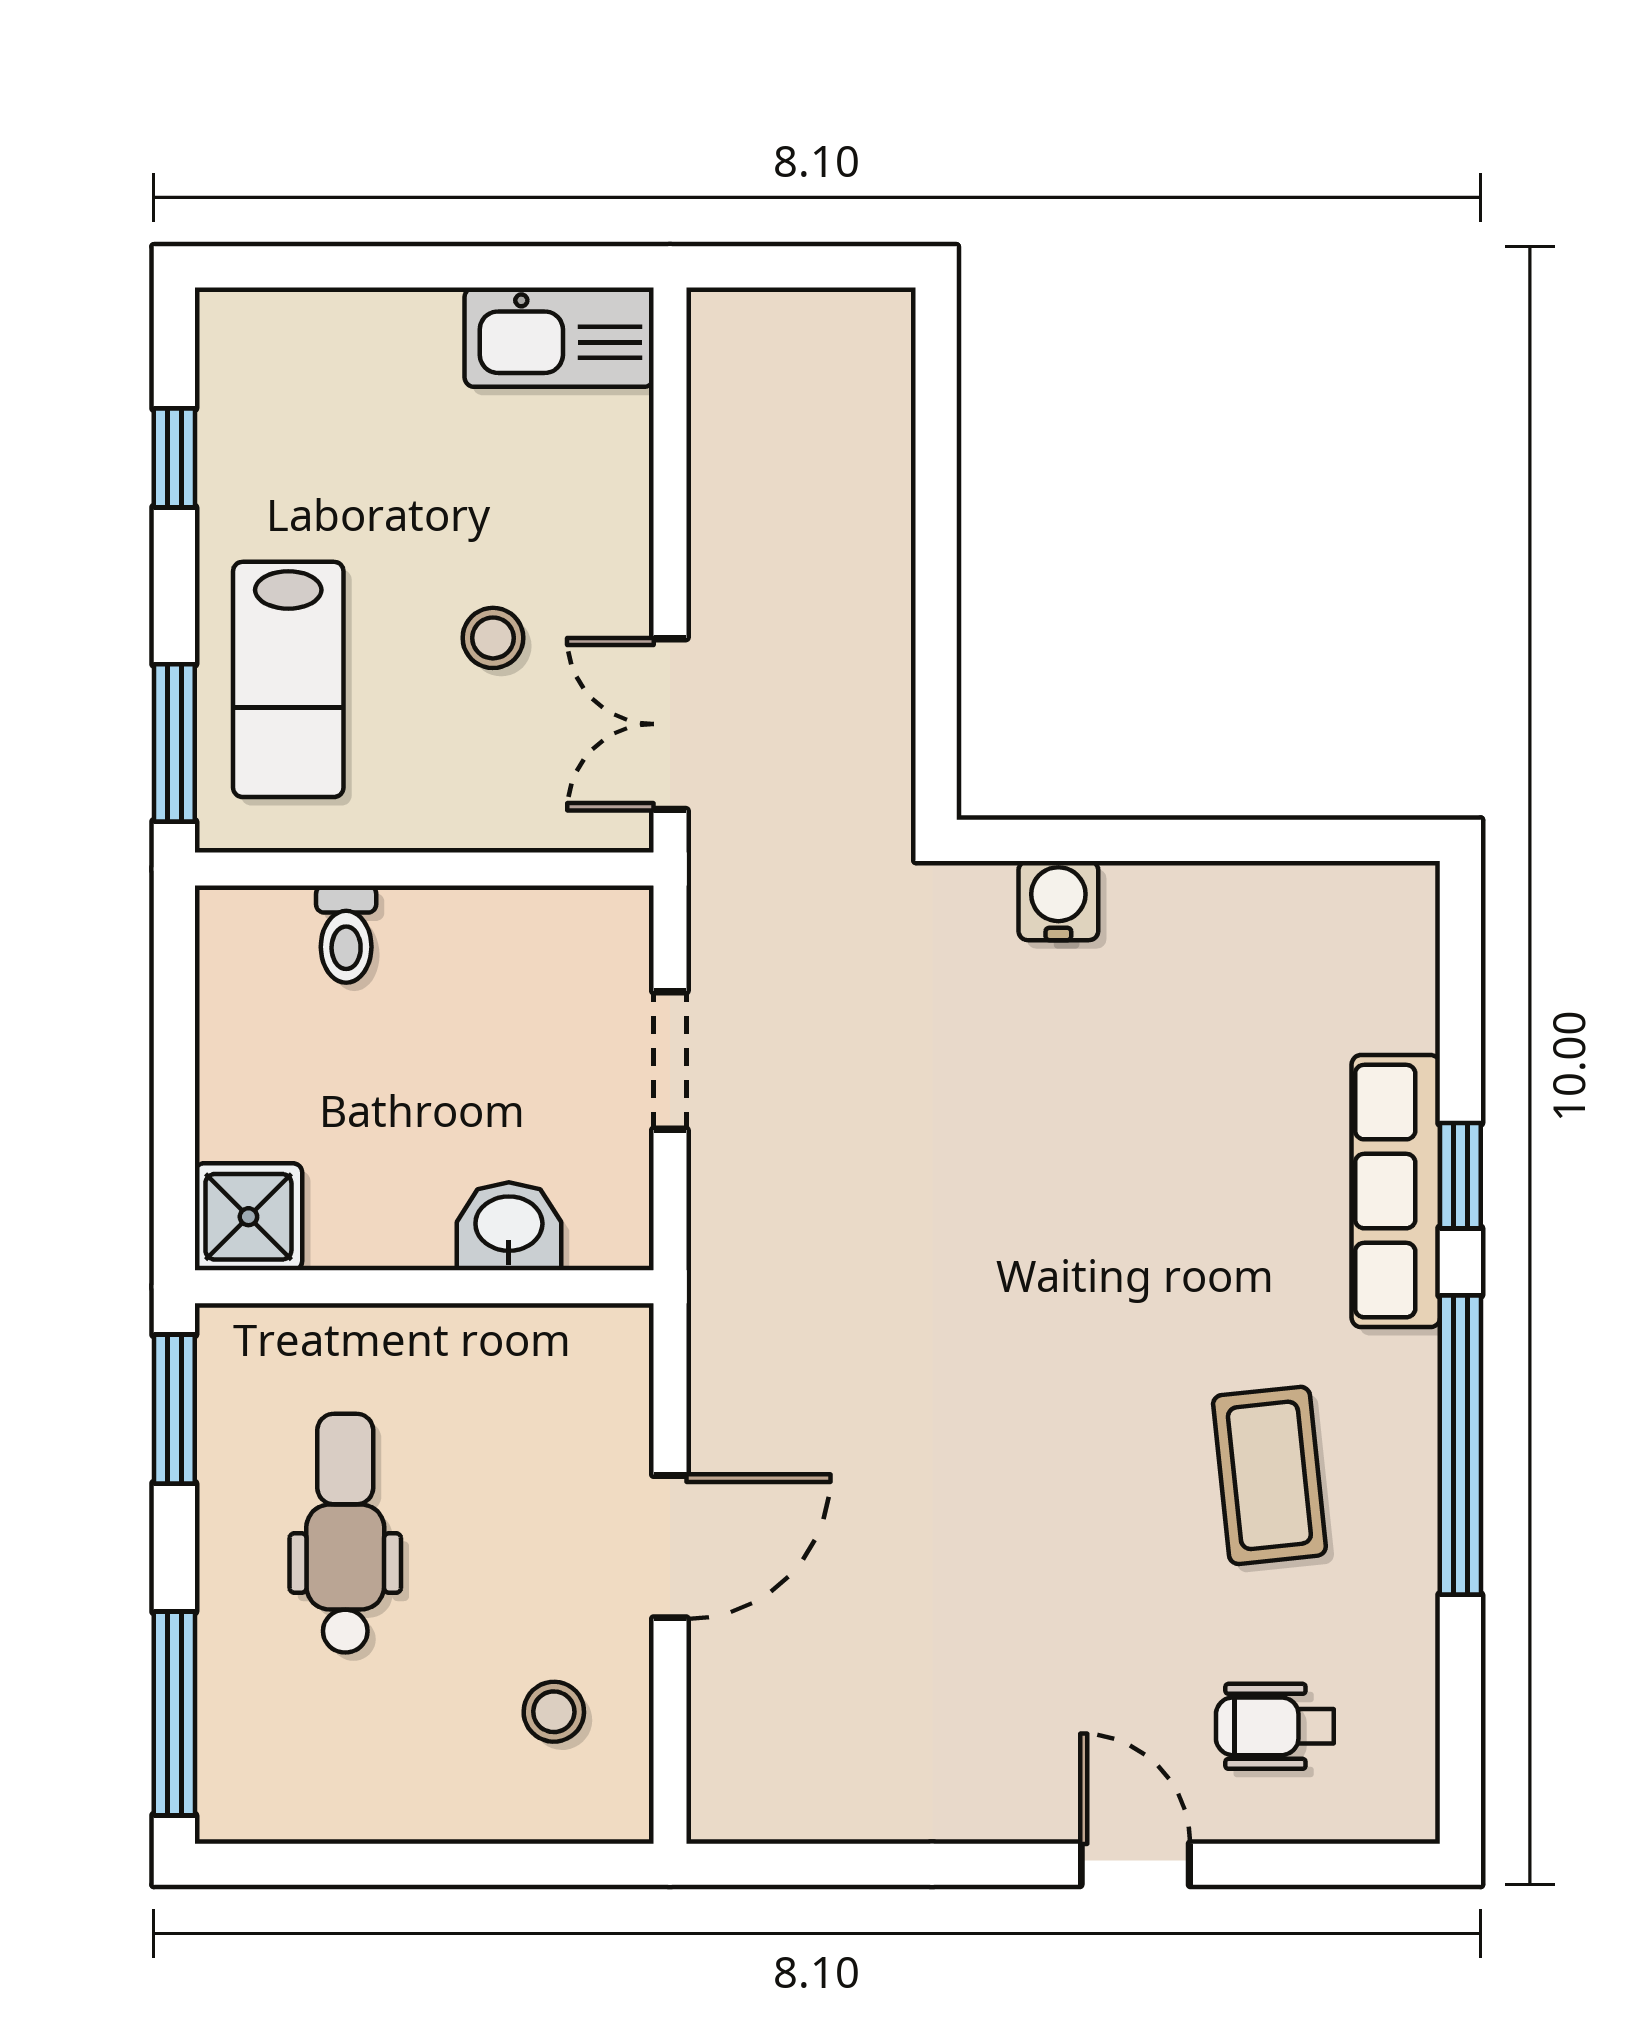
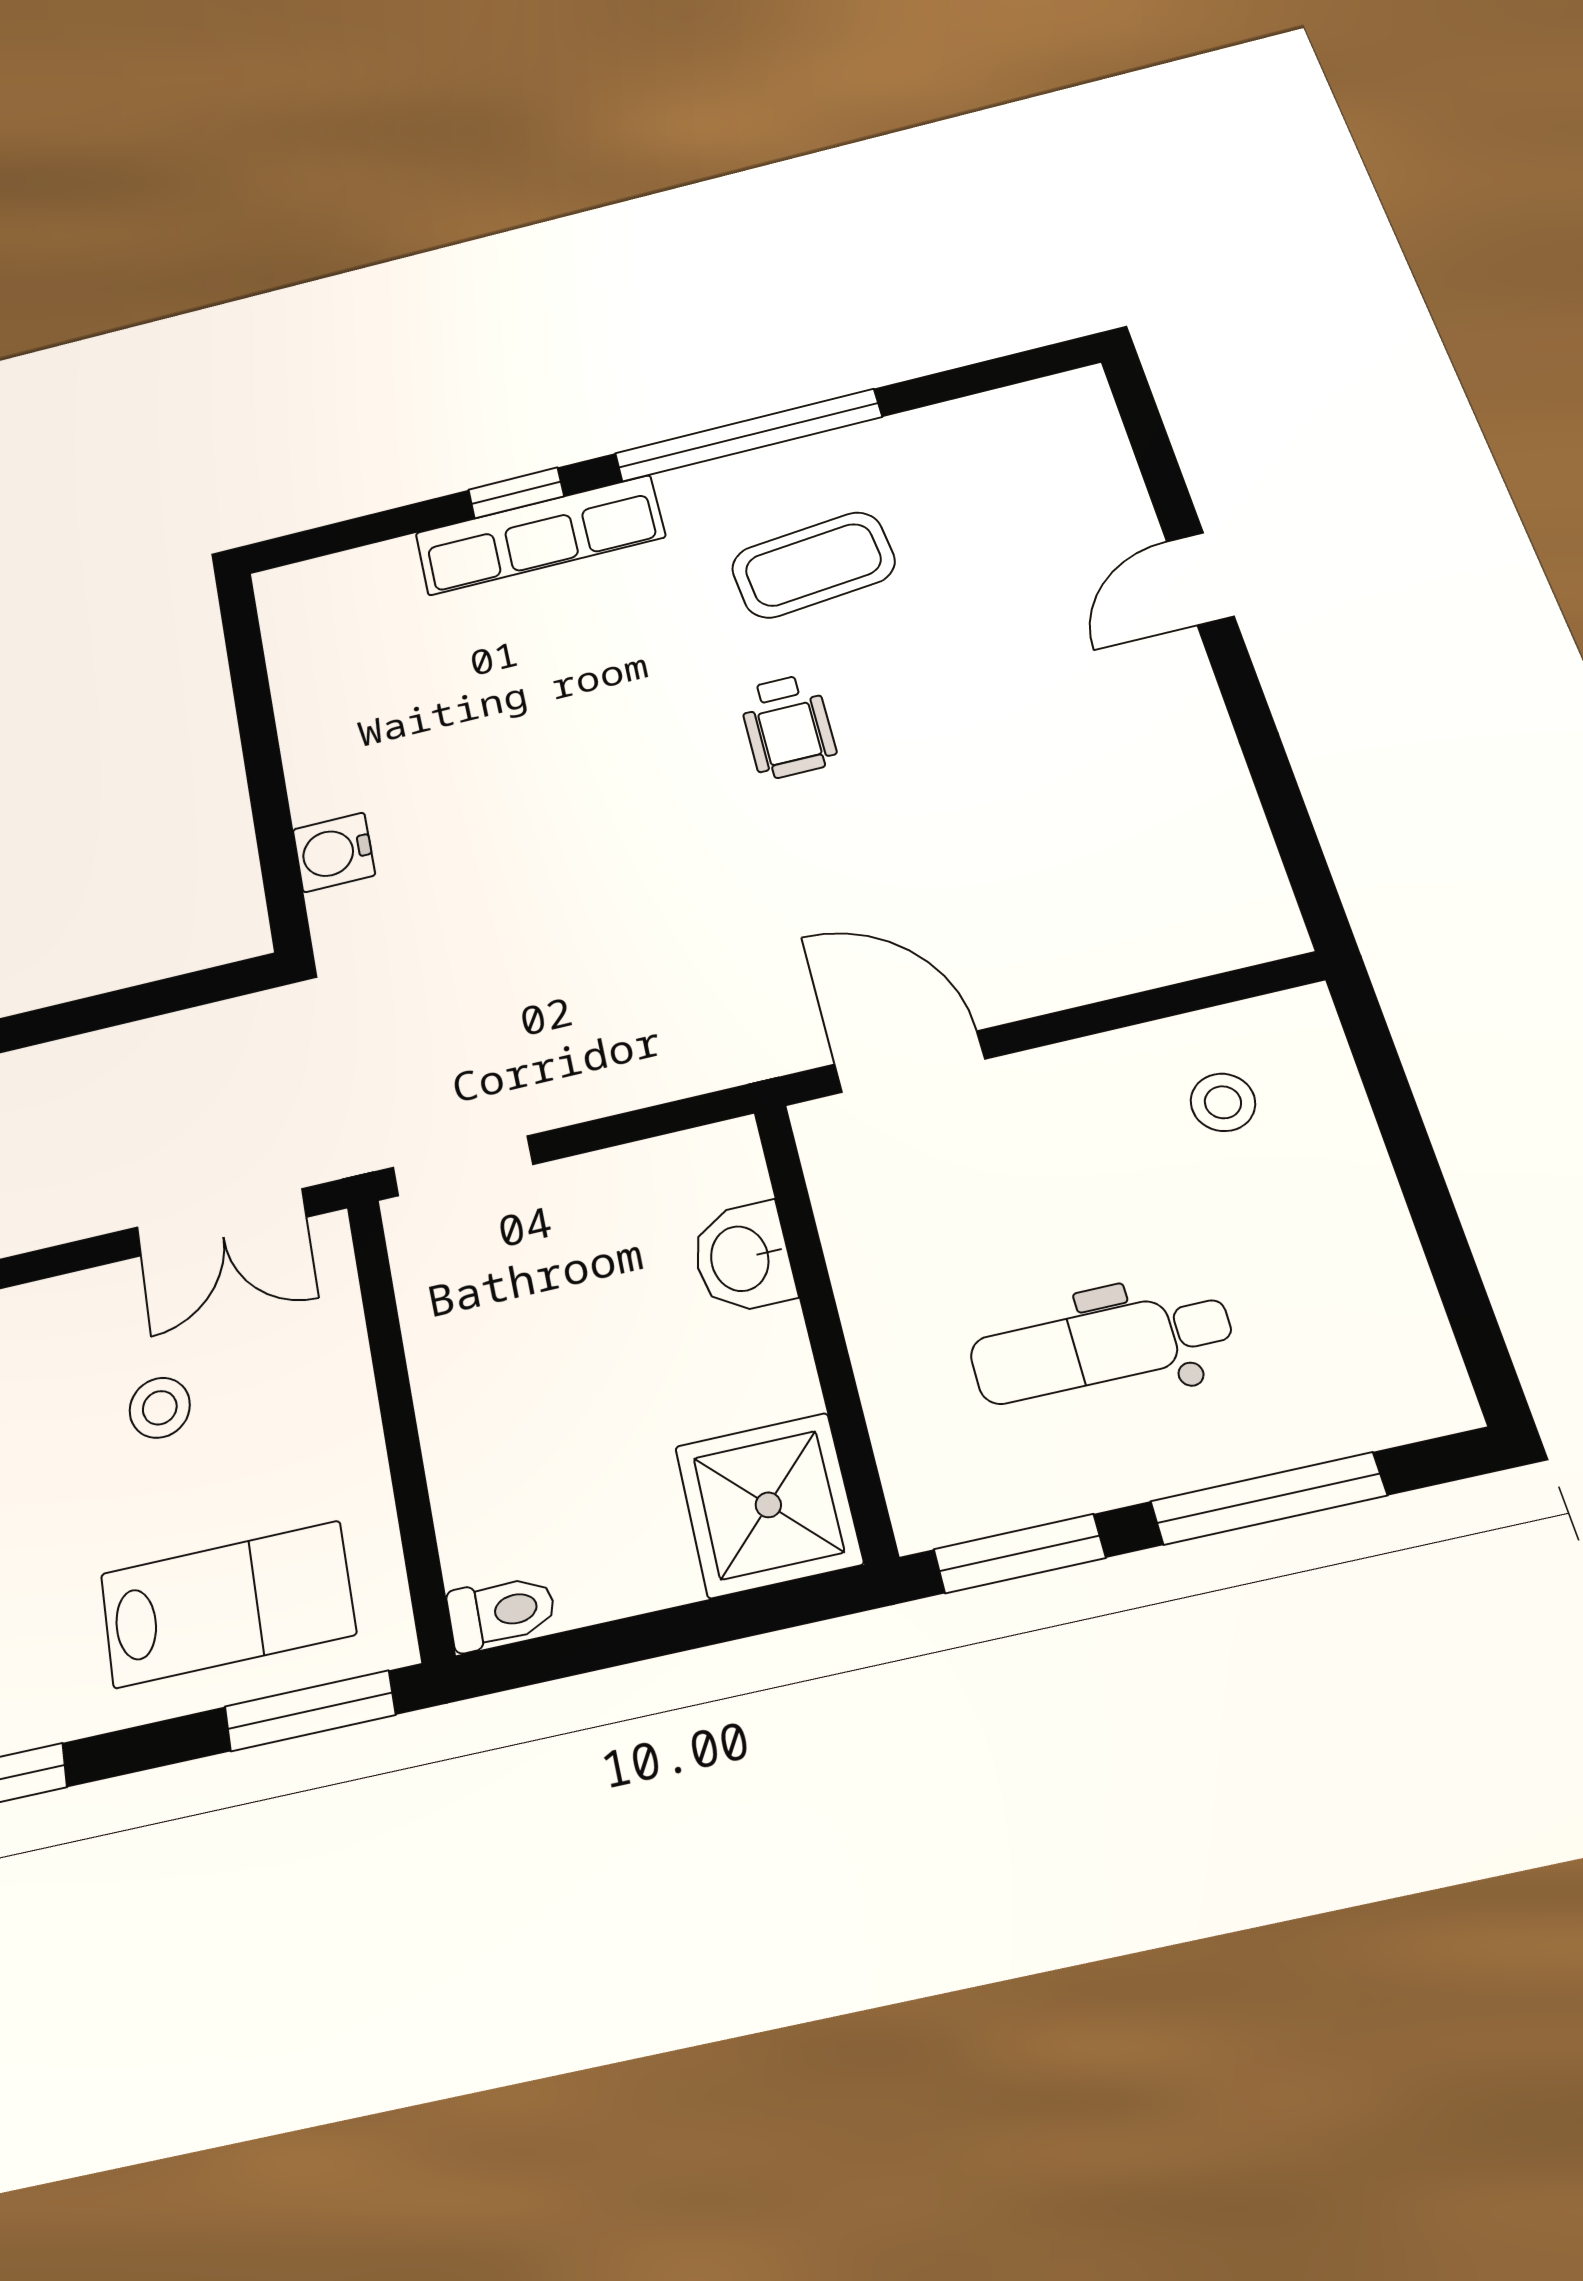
toilet: (346, 934) -> (501, 1612), moved
doorway: (670, 1061) -> (463, 1166), moved
shower: (248, 1217) -> (768, 1505), width x1.36, depth x1.36
door: (670, 1547) -> (910, 1062), moved
window: (174, 1714) -> (1268, 1498), moved
wheelchair: (1275, 1726) -> (788, 726), moved

